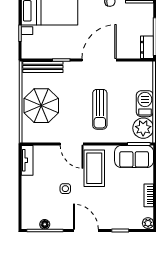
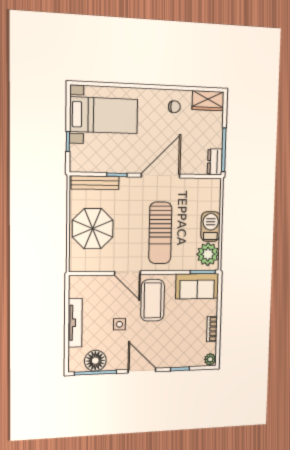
sun lounger: (100, 109) -> (160, 233), width x1.36, depth x1.34
tv unit: (27, 160) -> (75, 323), moved, width x1.41
floor lamp: (45, 224) -> (95, 361), width x1.89, depth x1.89

